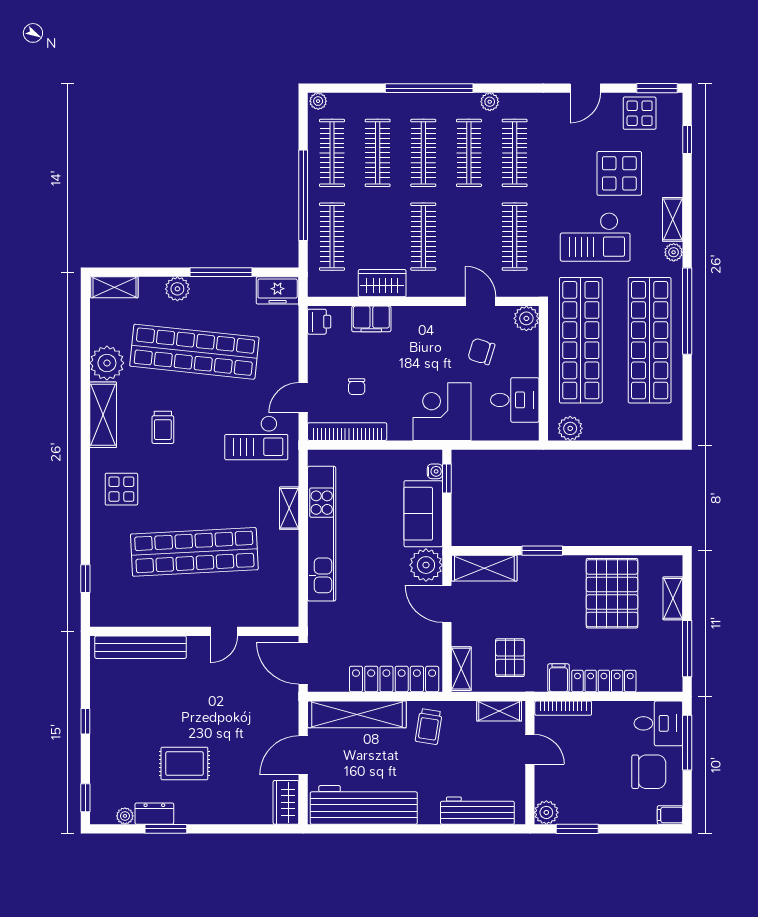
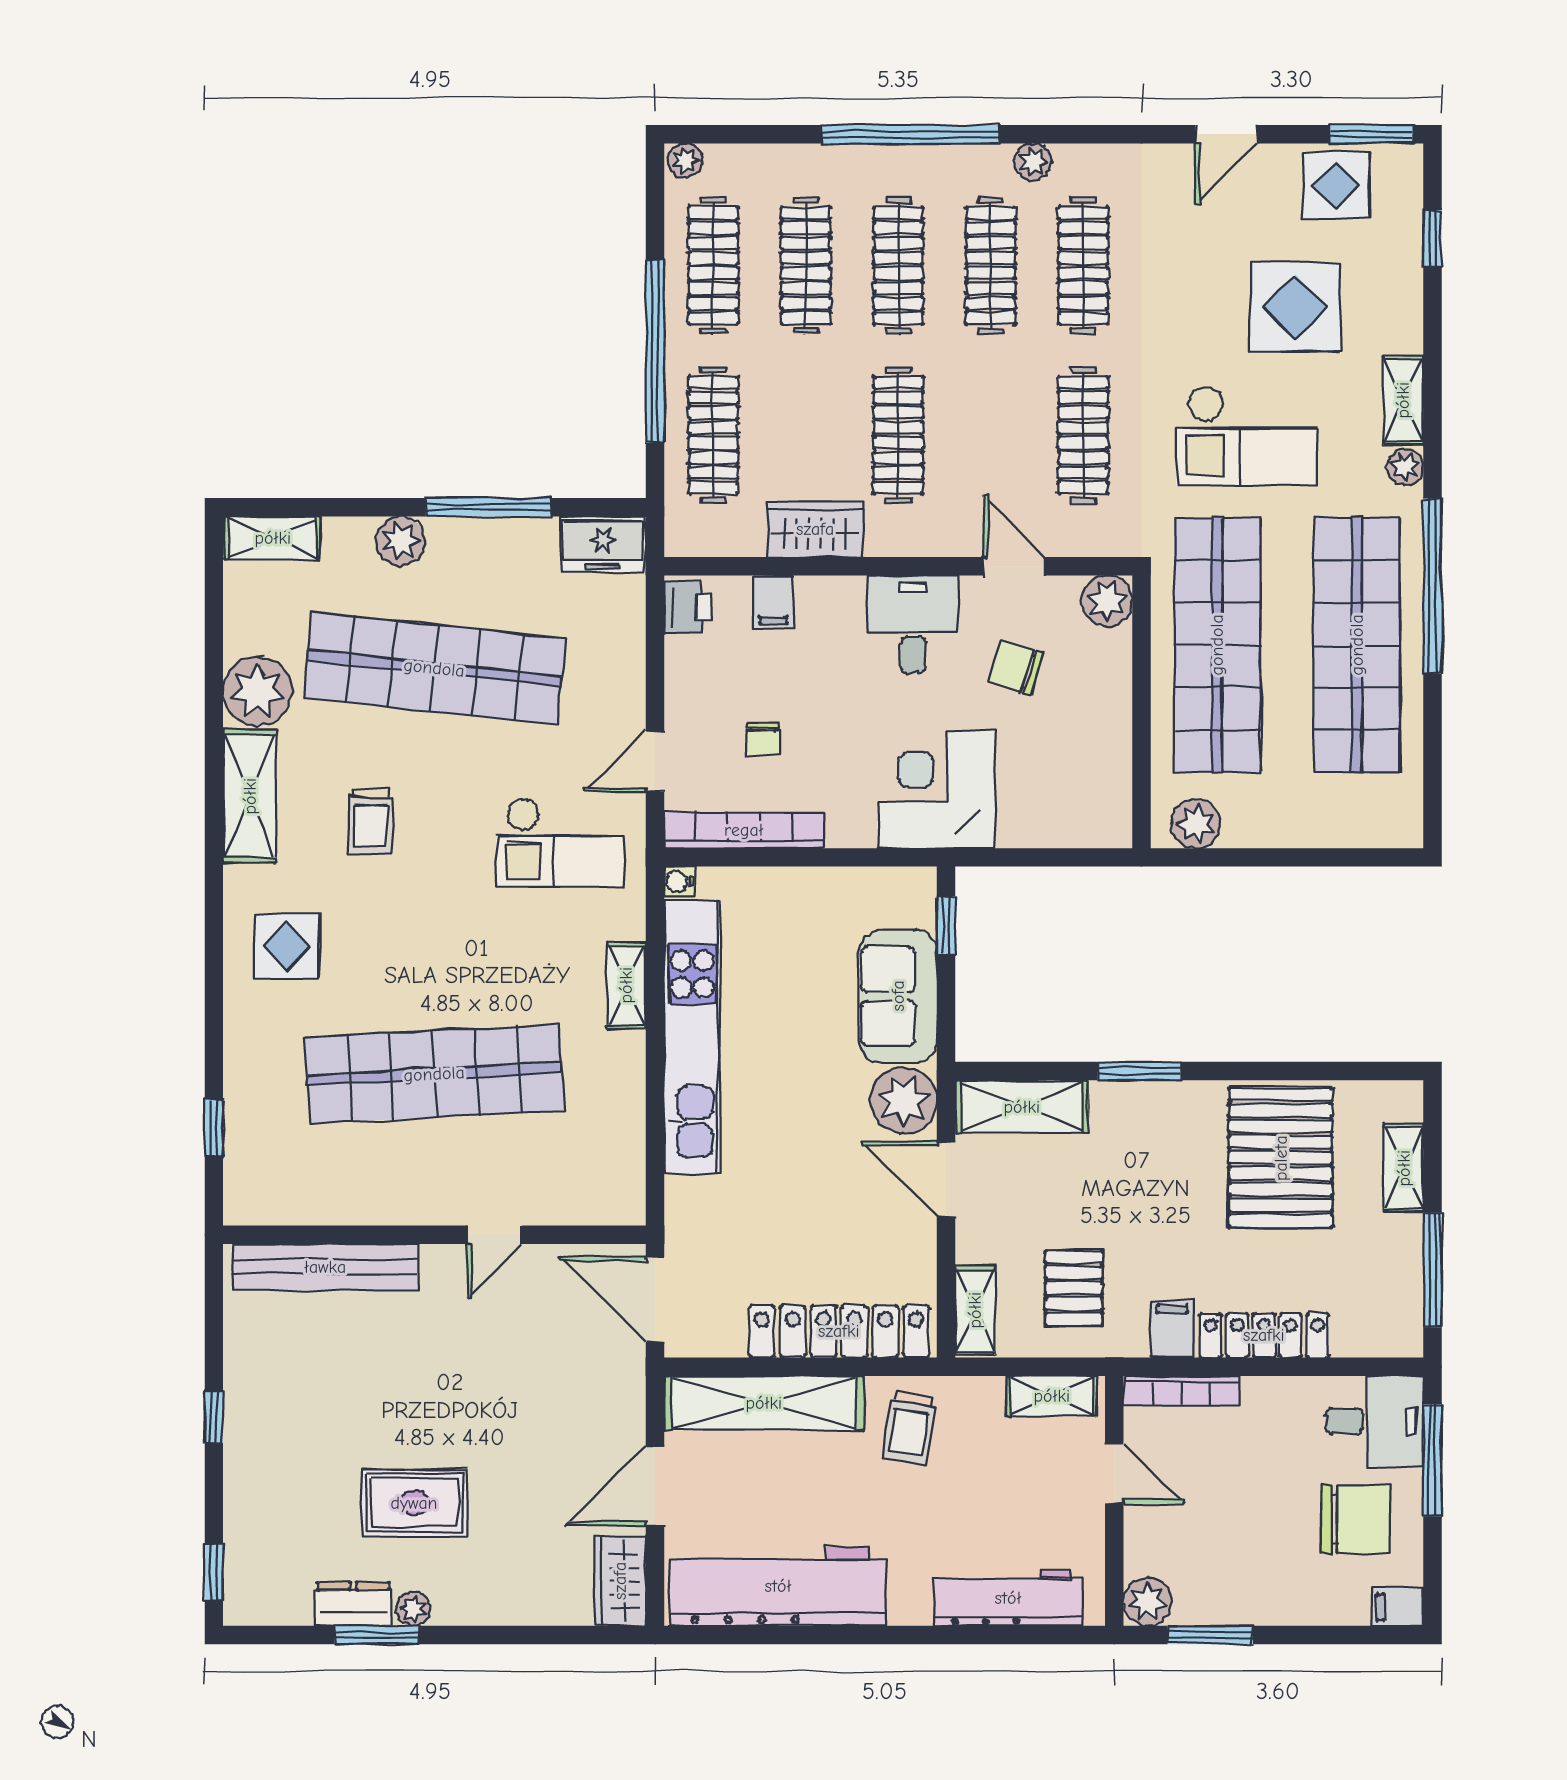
filing cabinet: (371, 319) -> (773, 602), width x0.50
desk: (515, 400) -> (913, 624), moved, turned -90
water cooler: (435, 471) -> (679, 882), moved, turned 180
plant: (125, 816) -> (413, 1609), moved

